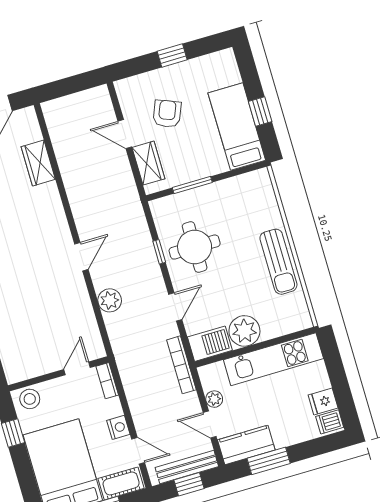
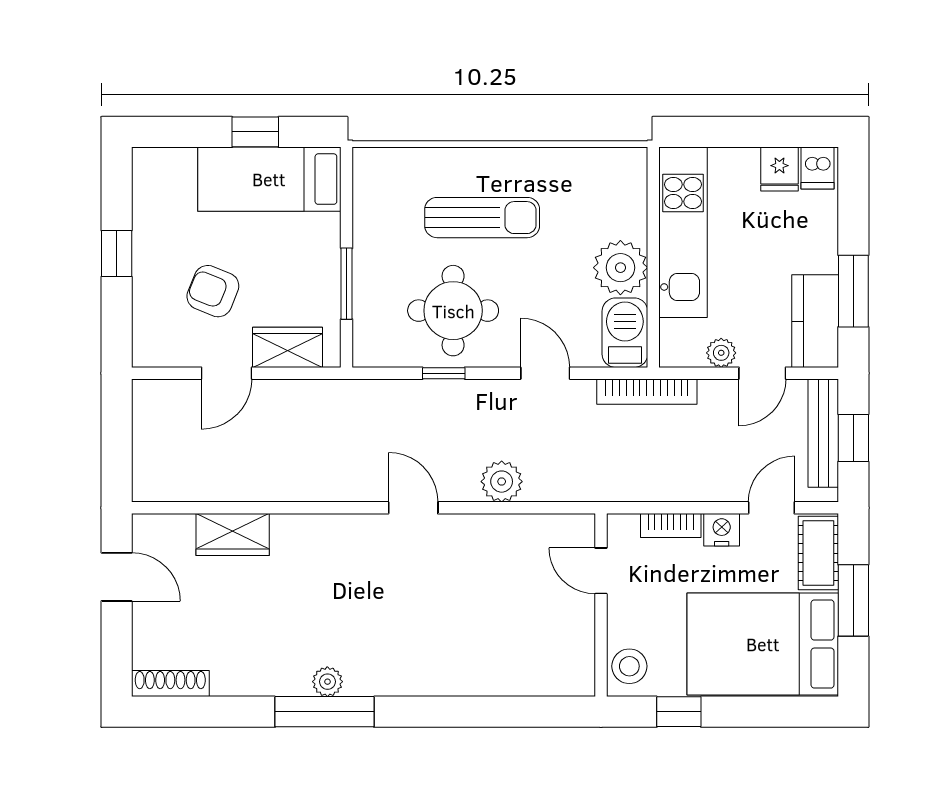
sun lounger: (278, 262) -> (482, 218), moved
bookcase: (107, 381) -> (671, 526), moved

